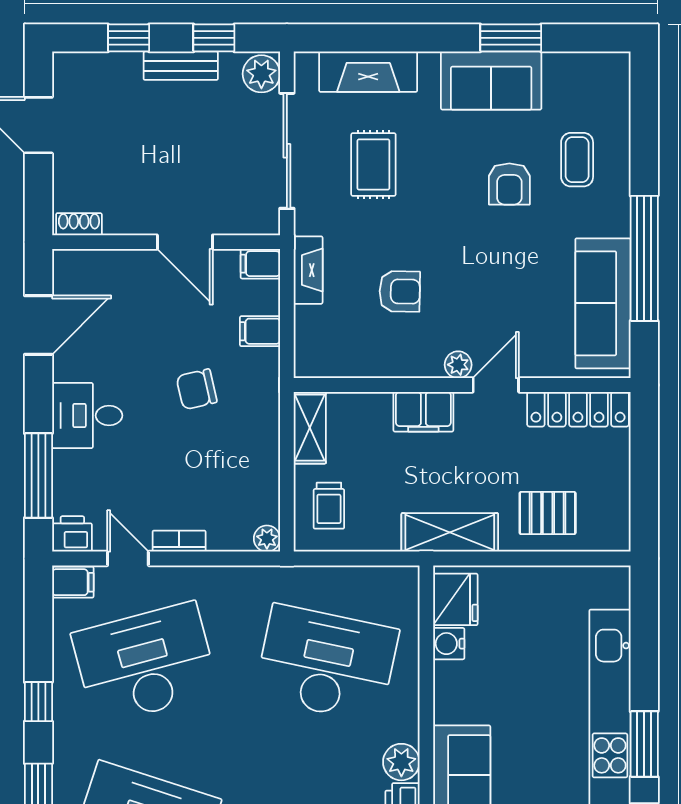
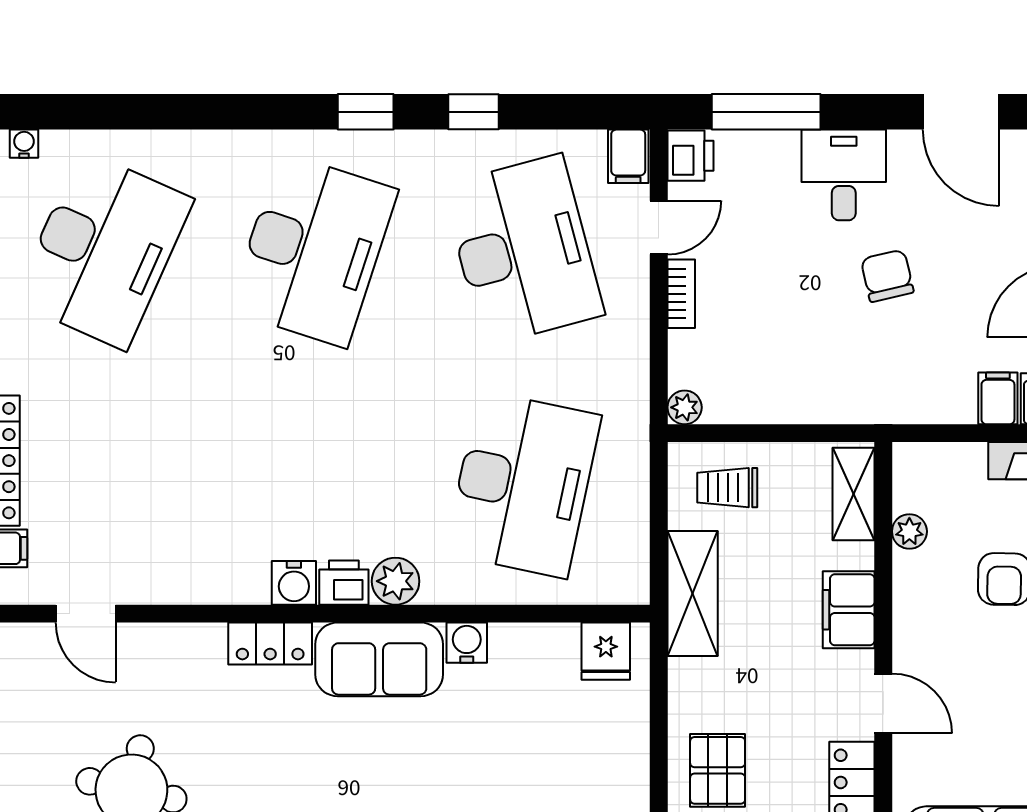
filing cabinet: (260, 331) -> (998, 398), moved
plant: (458, 365) -> (909, 531), moved
chair: (197, 389) -> (887, 276), moved
shelving: (310, 428) -> (854, 494), moved, turned 90
shelving: (450, 532) -> (693, 594), moved
fridge: (455, 599) -> (606, 651), width x0.72
water cooler: (449, 644) -> (467, 643), moved

